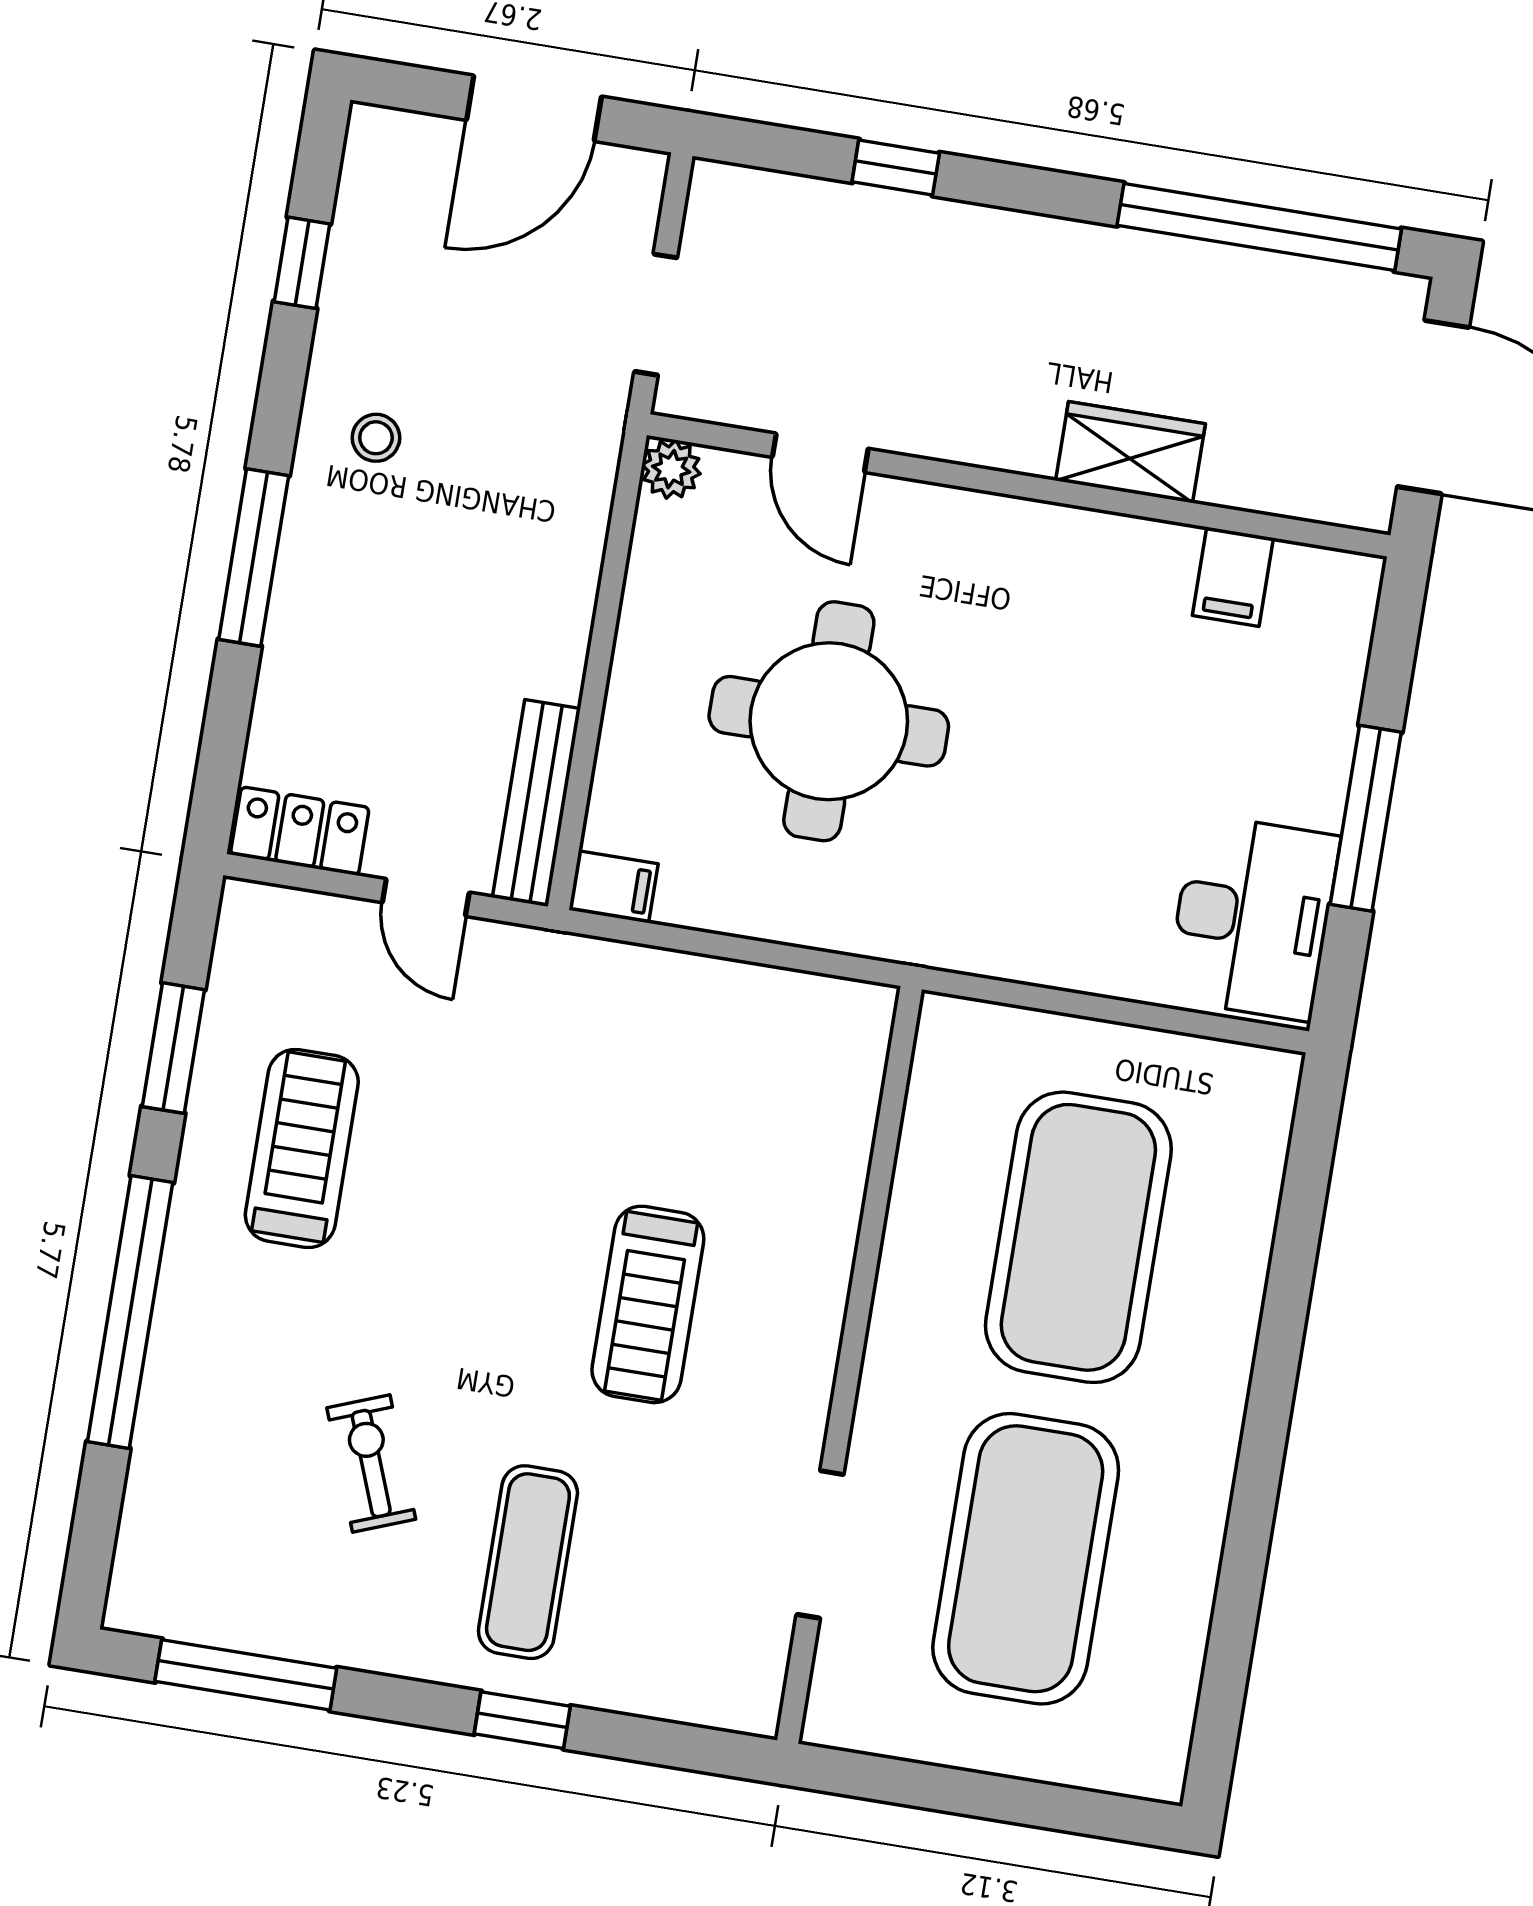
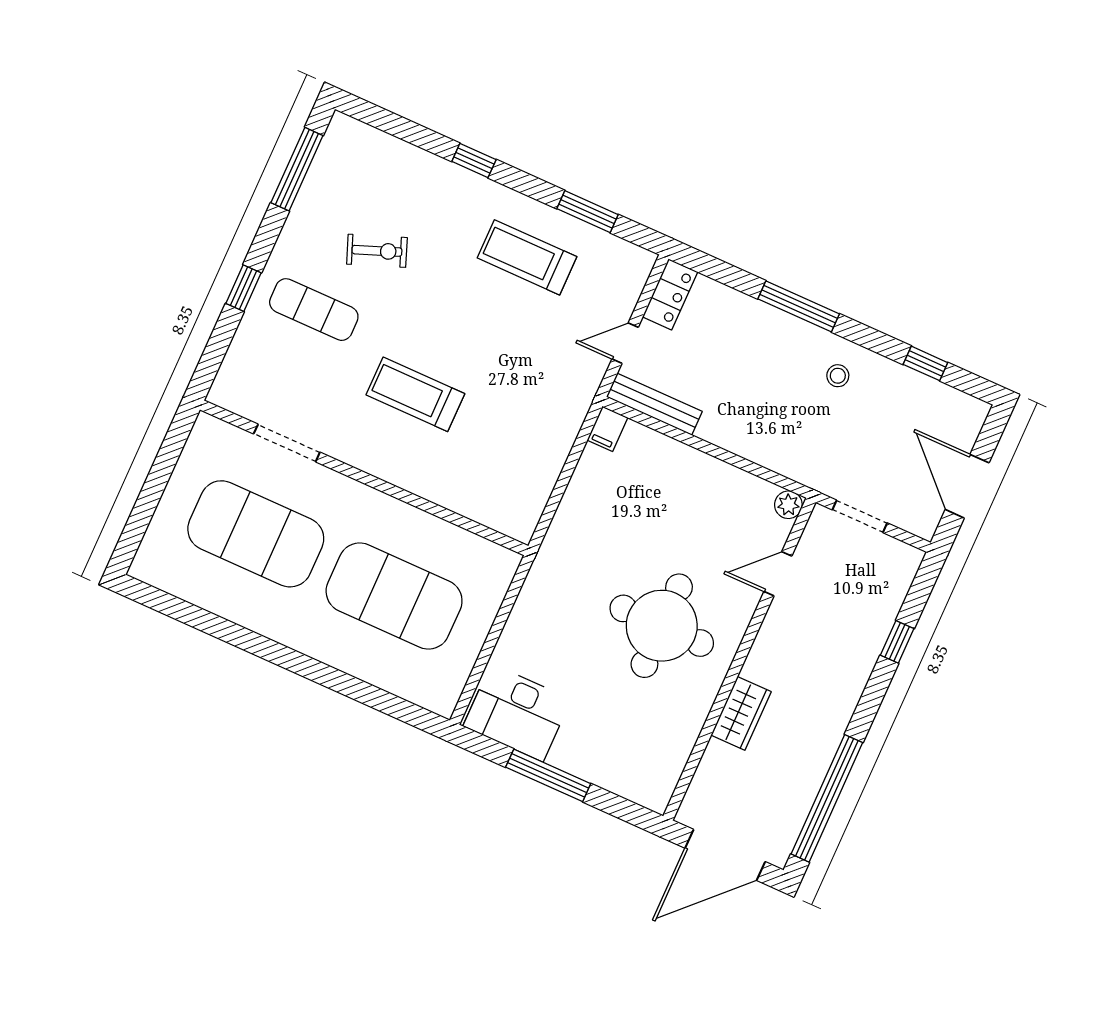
filing cabinet: (1233, 577) -> (673, 745), removed
round table: (829, 721) -> (662, 626), moved
treadmill: (302, 1148) -> (527, 257), turned 180
window: (130, 1312) -> (474, 161), width x0.32

